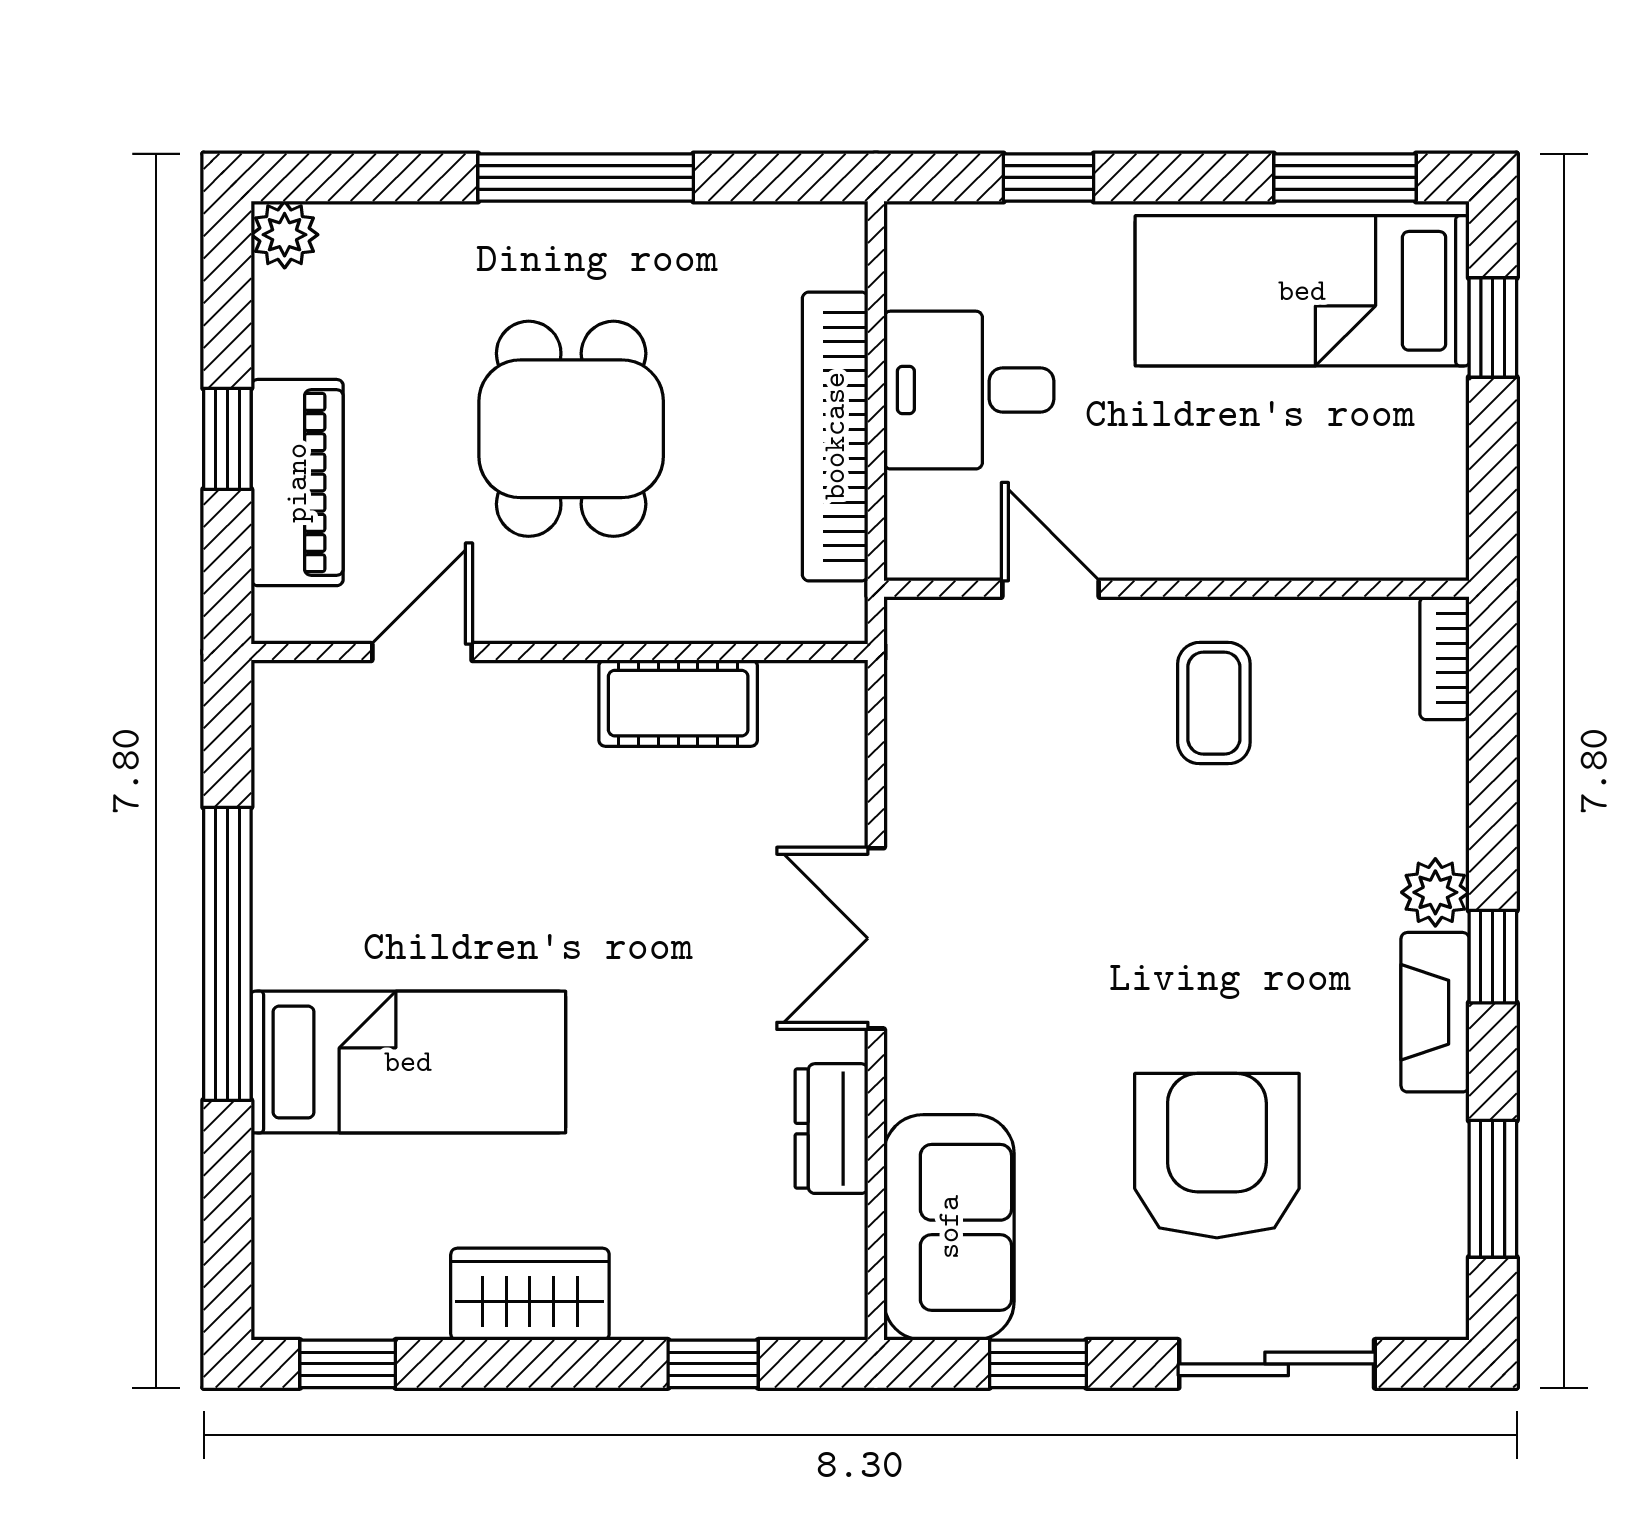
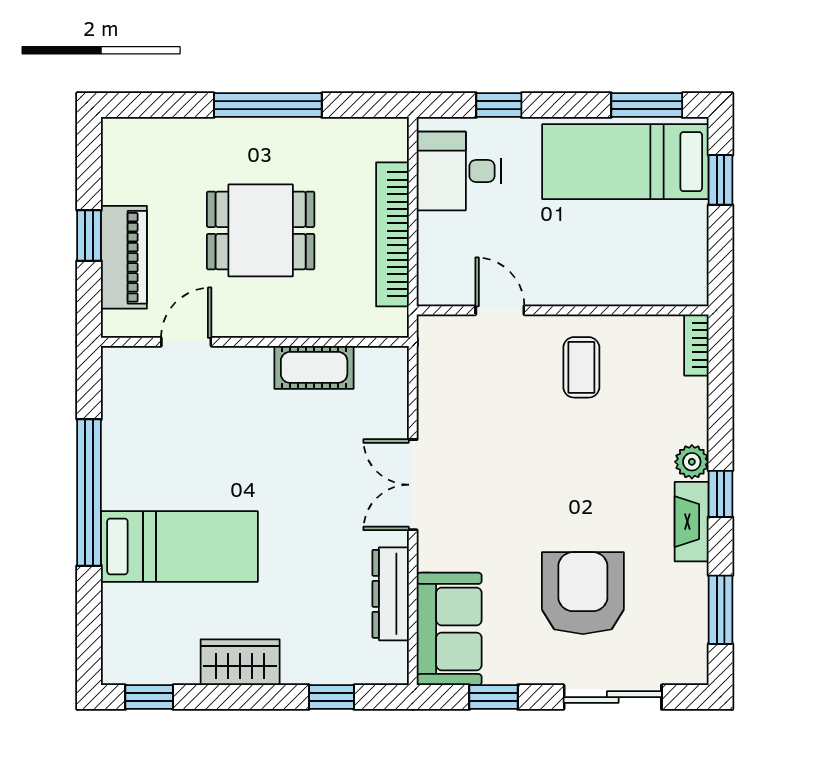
plant: (285, 235) -> (118, 134), removed
desk: (969, 390) -> (459, 171), moved
dining table: (571, 429) -> (261, 230), turned 90
dresser: (832, 1129) -> (391, 594), width x1.44

